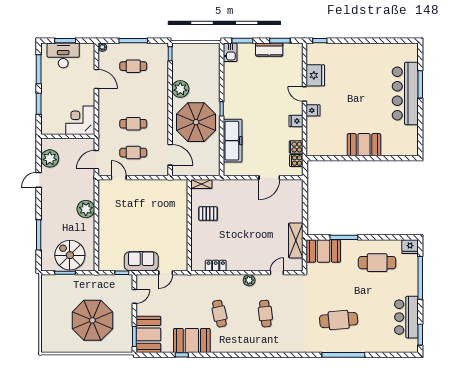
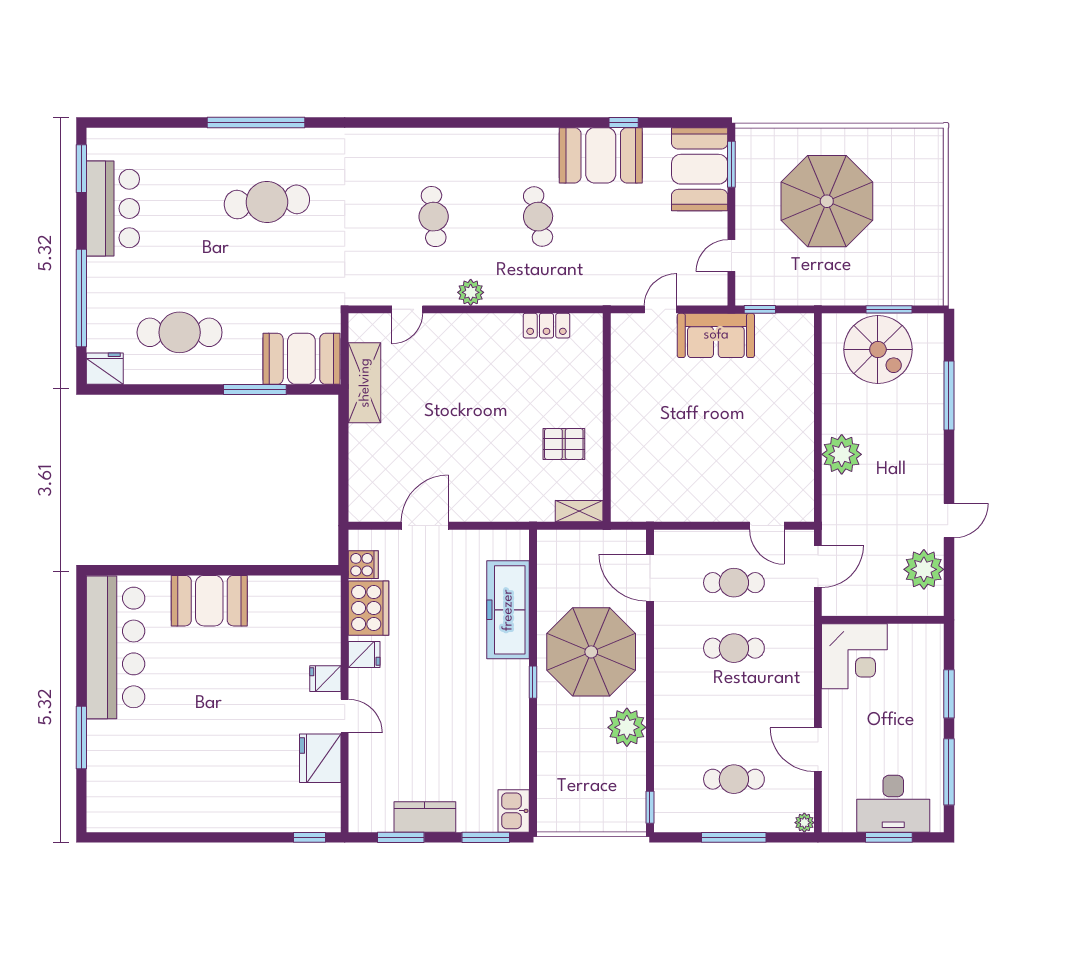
bar counter: (405, 94) -> (116, 647), moved
cooker: (296, 147) -> (369, 608), width x1.87, depth x1.31

